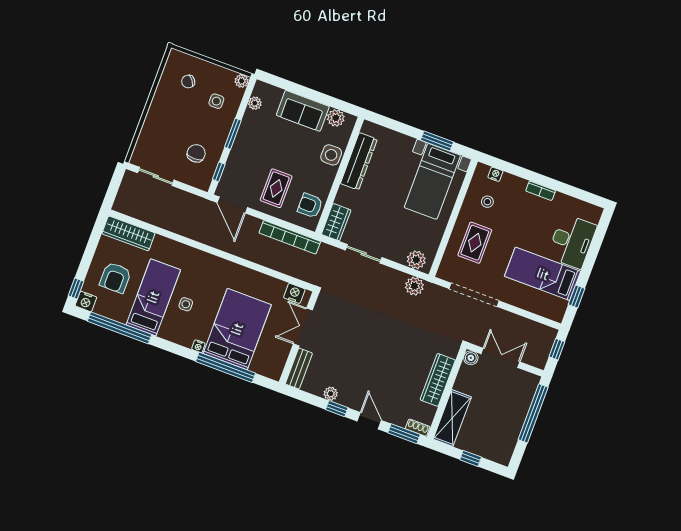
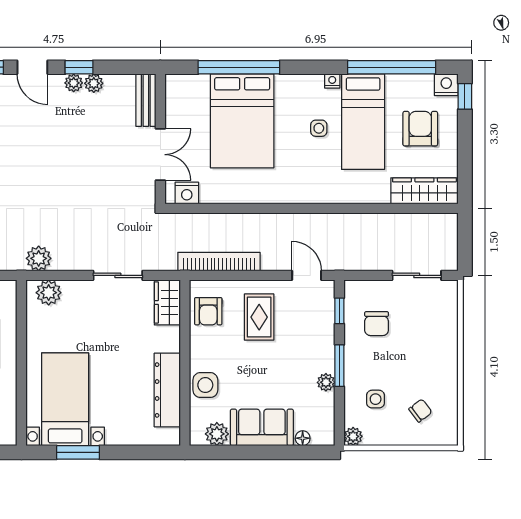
floor lamp: (277, 93) -> (303, 438), added
plant: (255, 103) -> (326, 382), moved
door: (232, 205) -> (307, 275), width x0.73
armchair: (310, 206) -> (208, 311), turned 90
nightstand: (198, 346) -> (332, 81), moved
plant: (345, 399) -> (74, 83), added

